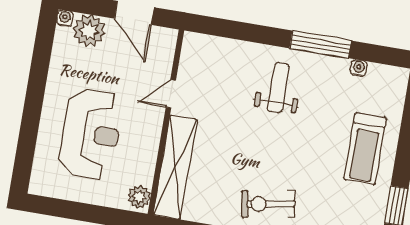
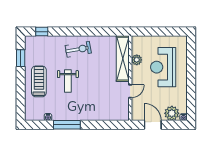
weight bench: (278, 88) -> (68, 81), moved
plant: (139, 197) -> (137, 60), moved

